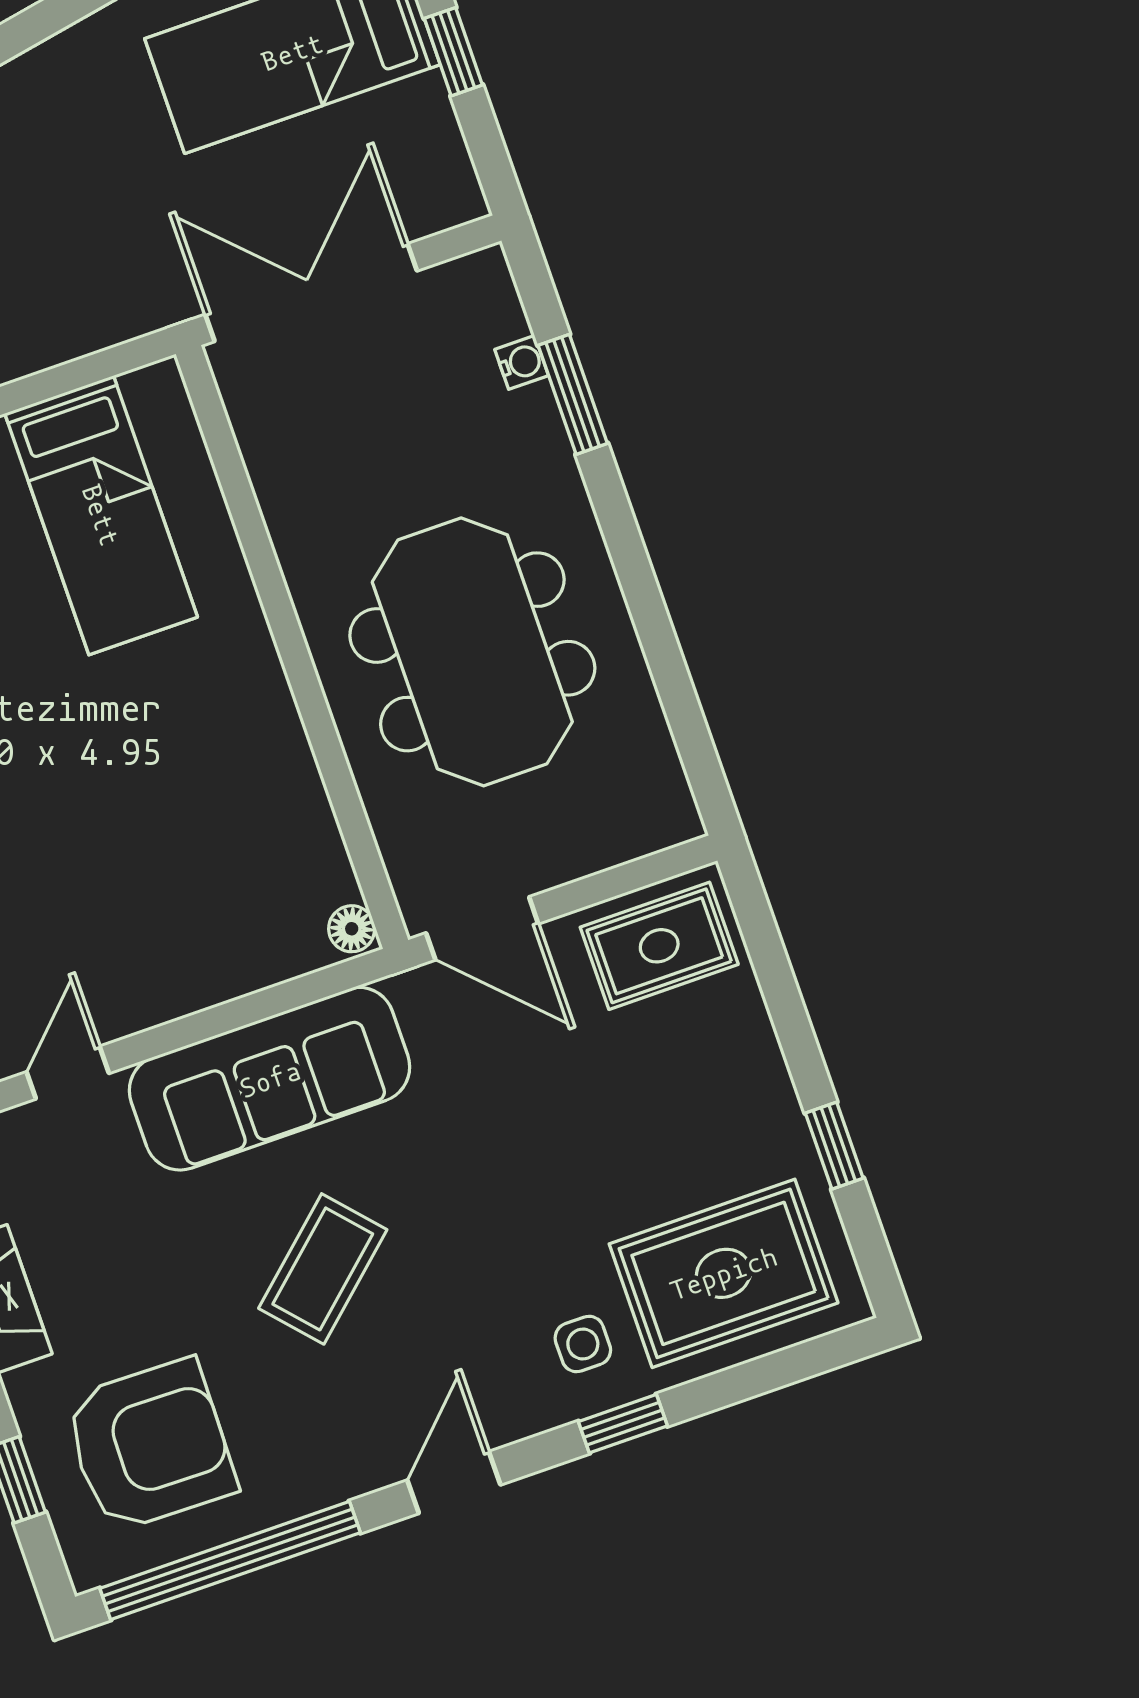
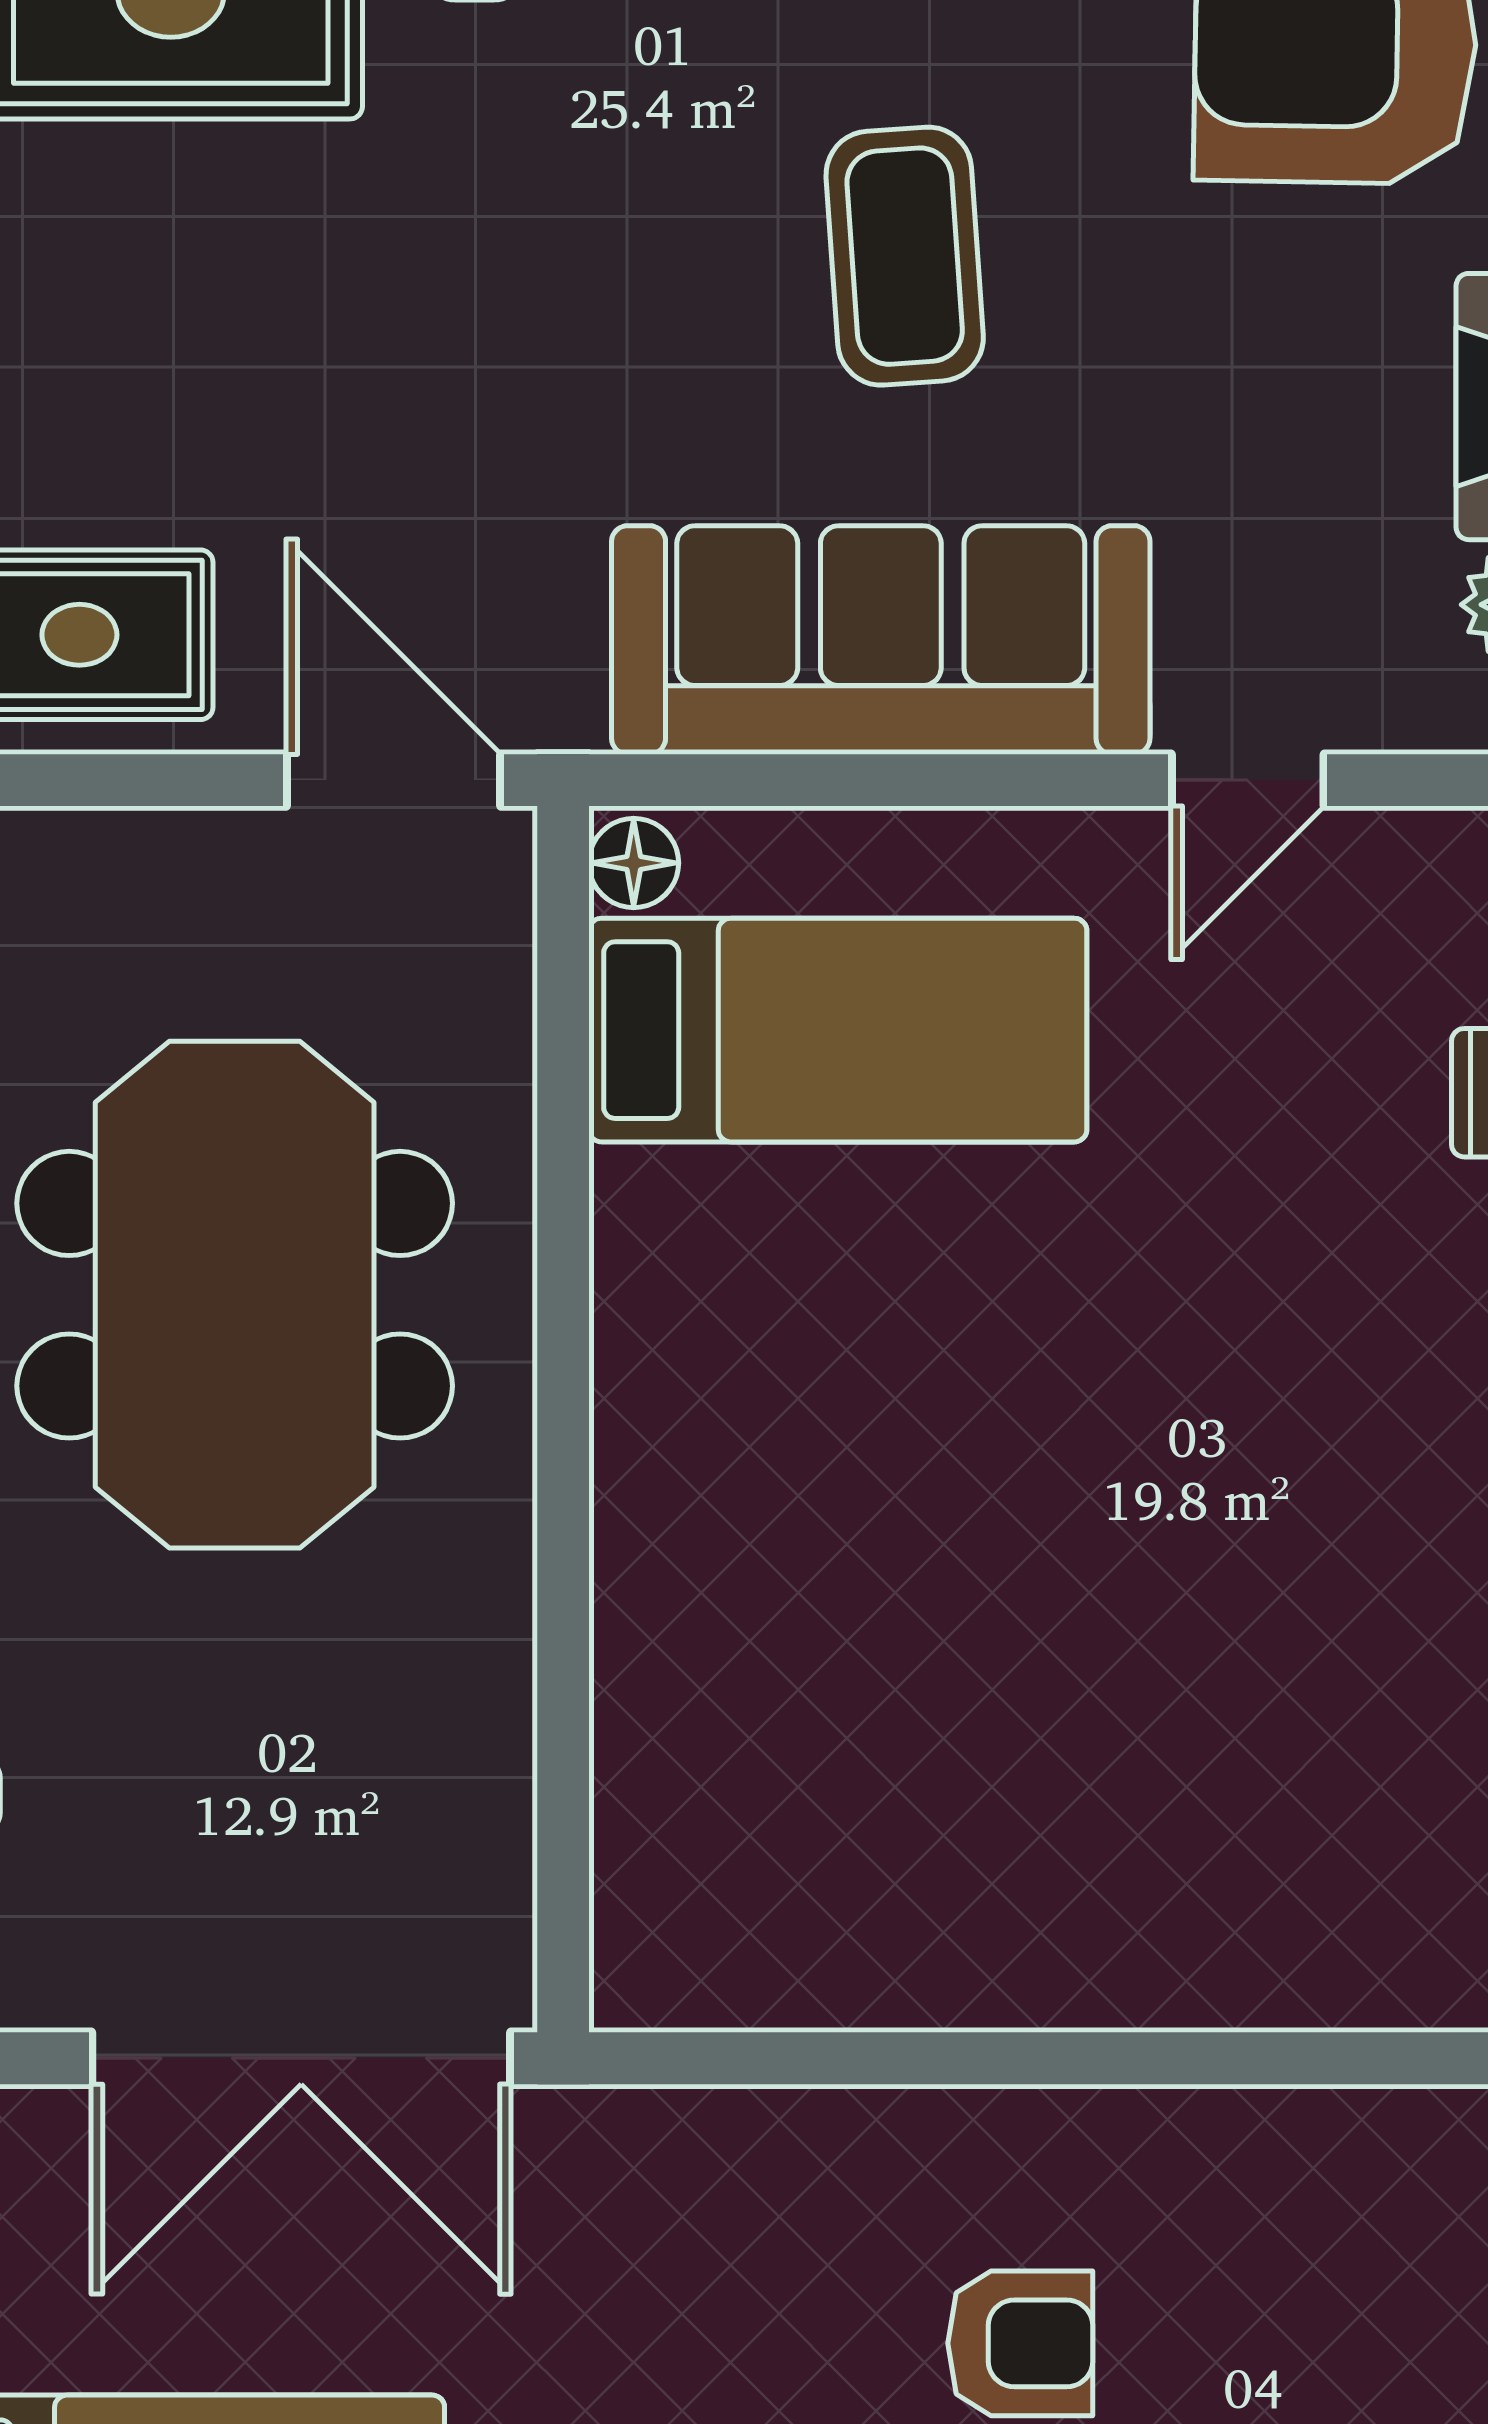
bed: (101, 515) -> (838, 1030), moved, turned 90
coffee table: (323, 1269) -> (905, 256), turned -52

